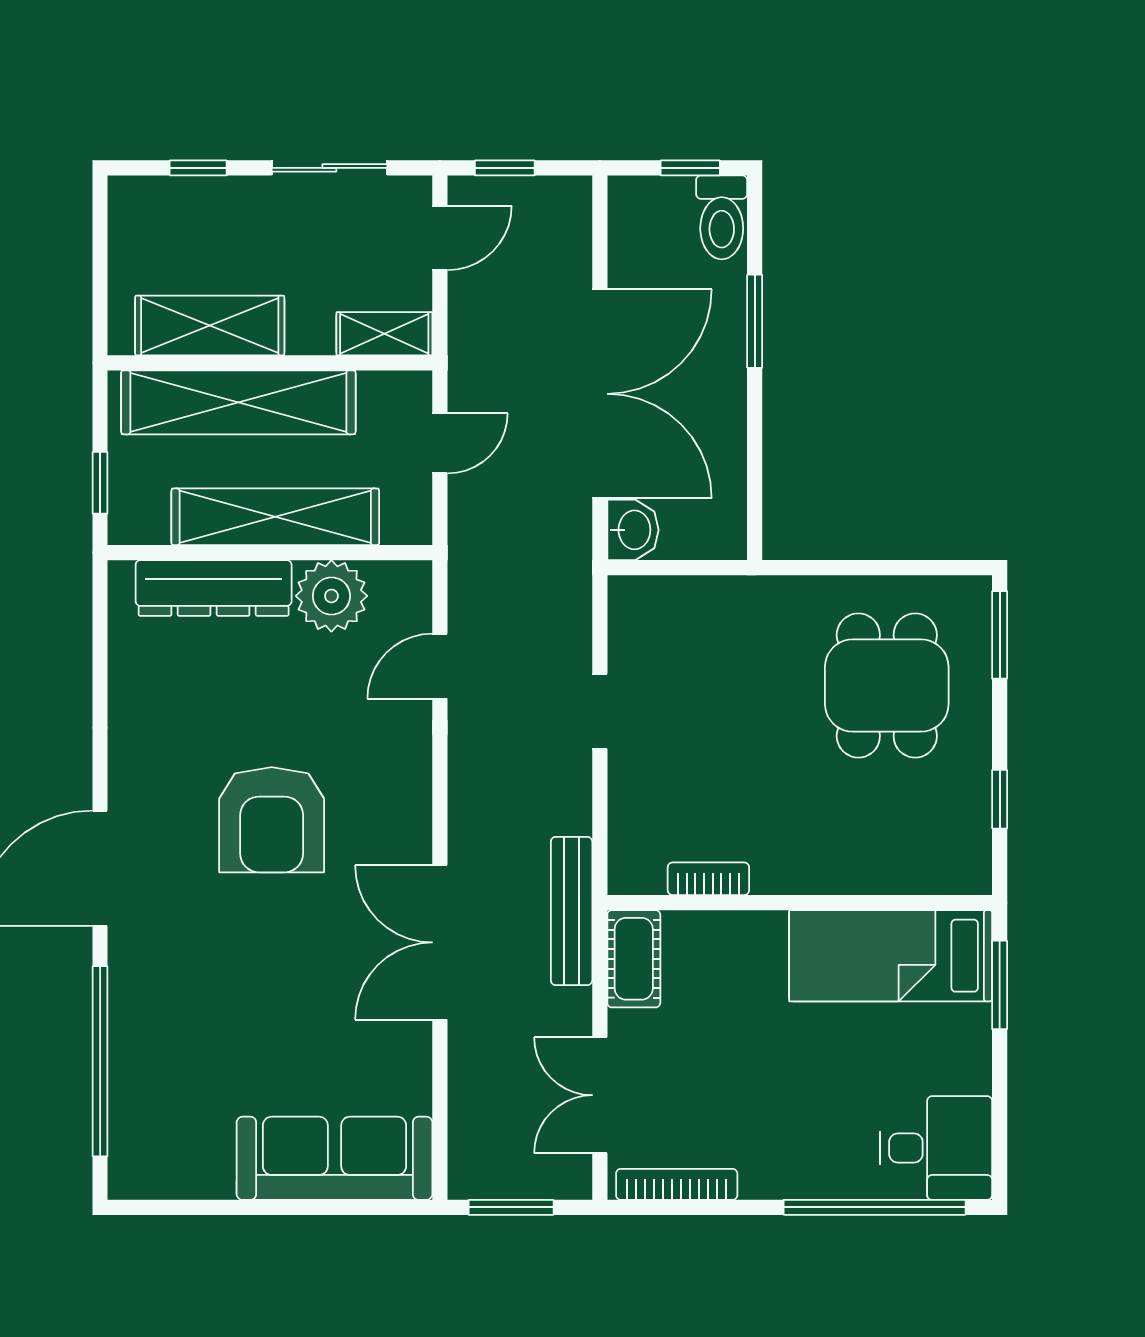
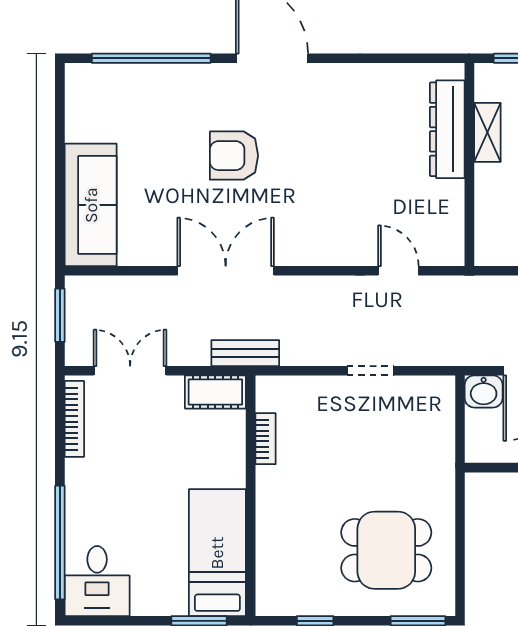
shelving: (275, 517) -> (487, 132), width x0.45, depth x0.75
plant: (331, 596) -> (442, 203), removed
armchair: (272, 820) -> (234, 156), moved, width x0.73, depth x0.73
bench: (572, 911) -> (245, 353), width x0.73

